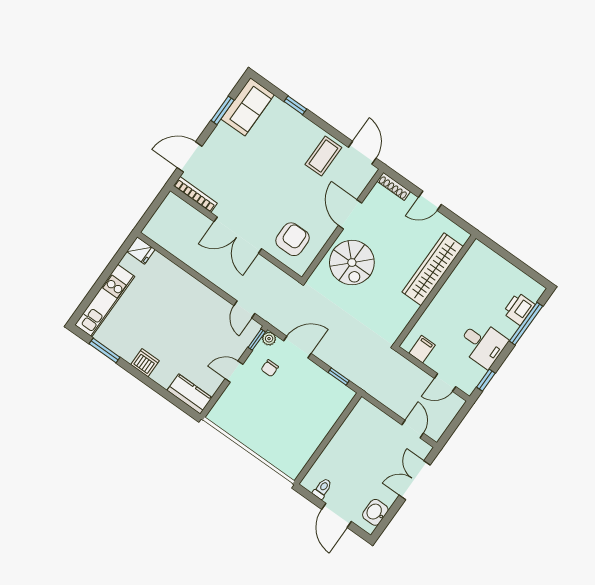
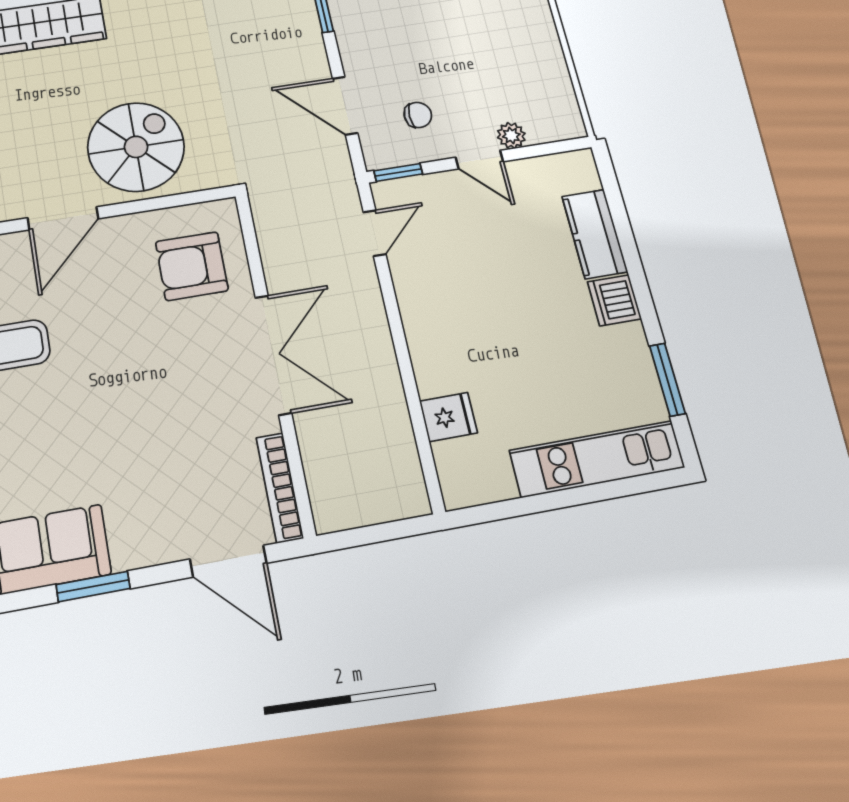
fridge: (141, 250) -> (448, 417), moved, turned 90
plant: (269, 339) -> (511, 135), moved
kitchen counter: (190, 394) -> (595, 234), moved

